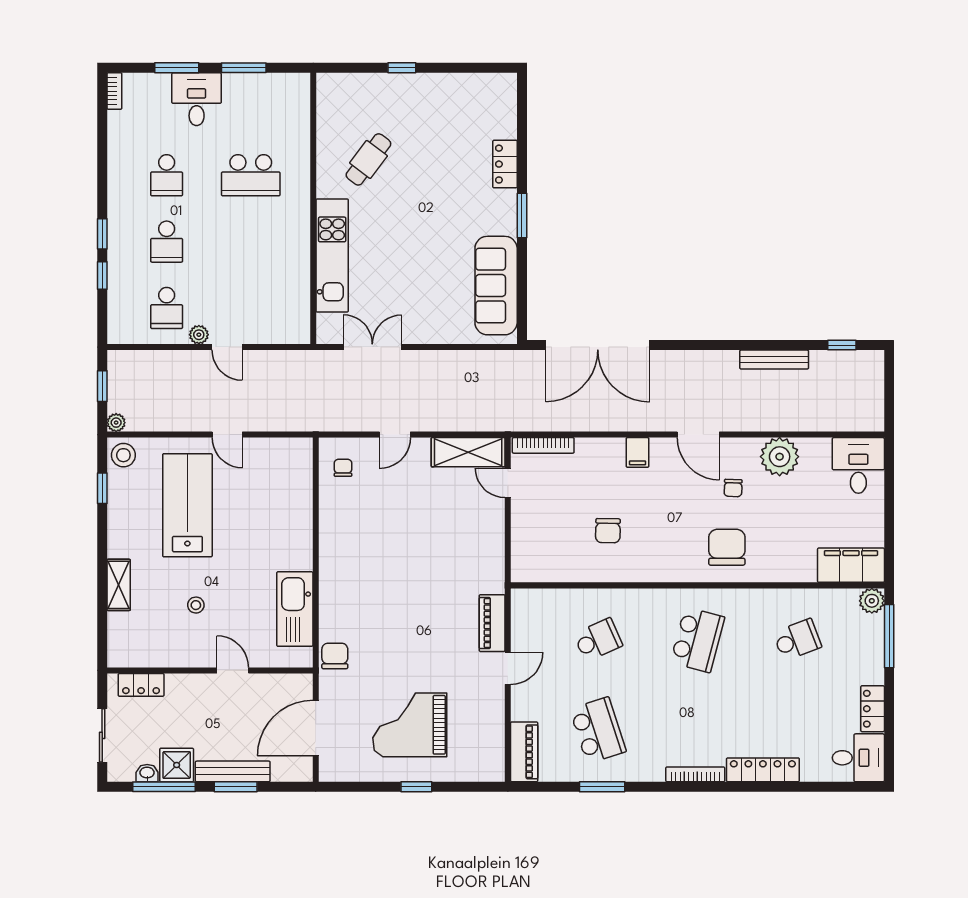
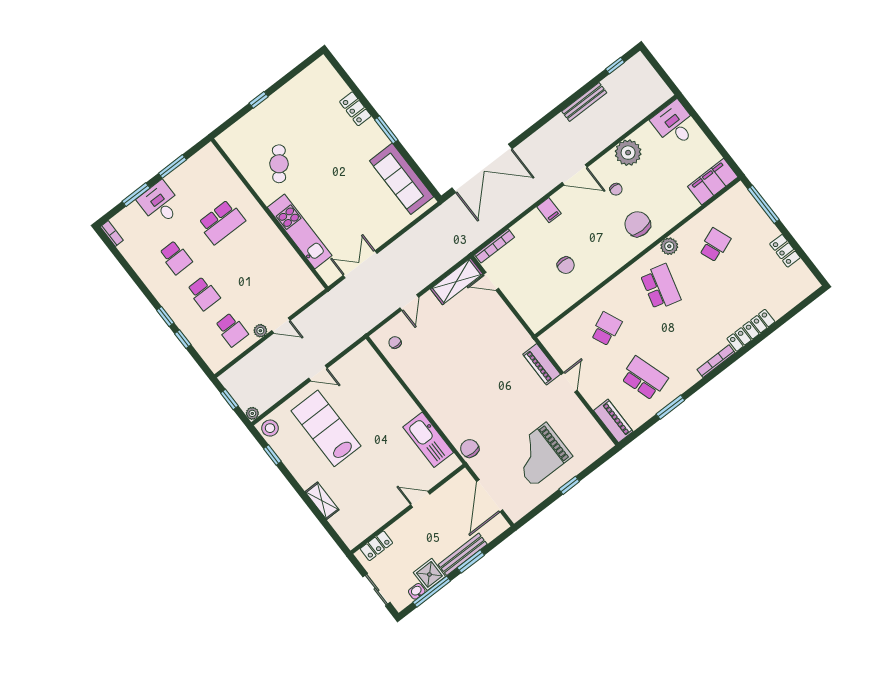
plant: (872, 601) -> (669, 246), moved
stool: (196, 605) -> (373, 479), removed
desk: (858, 758) -> (798, 284), removed

